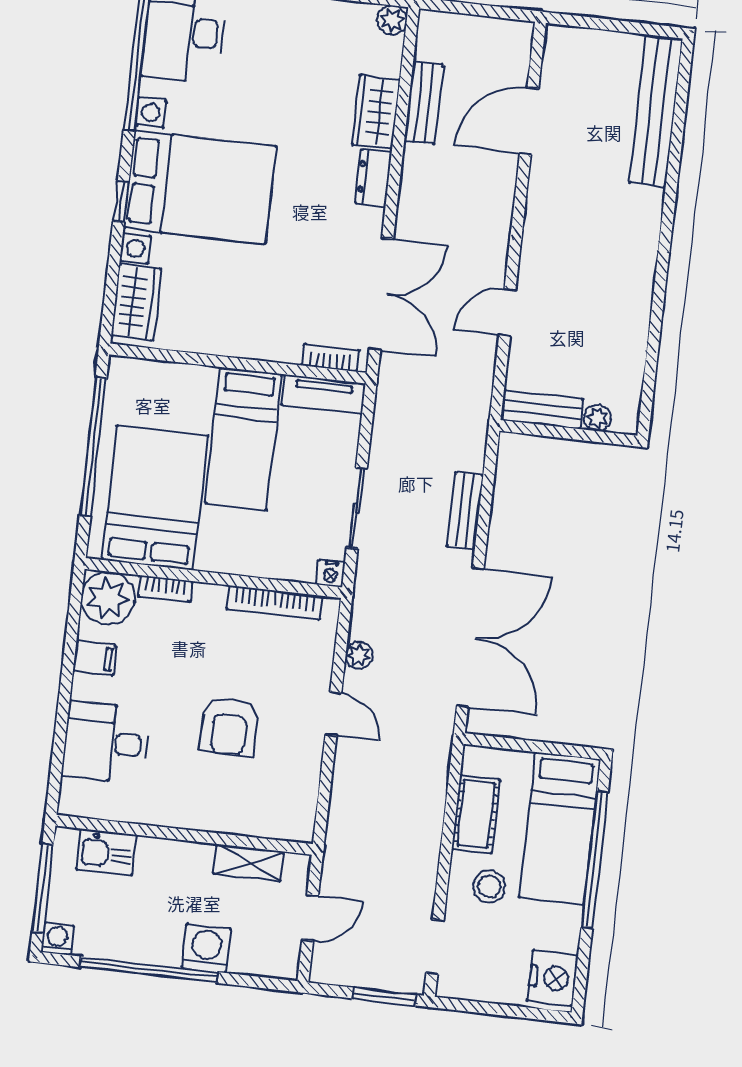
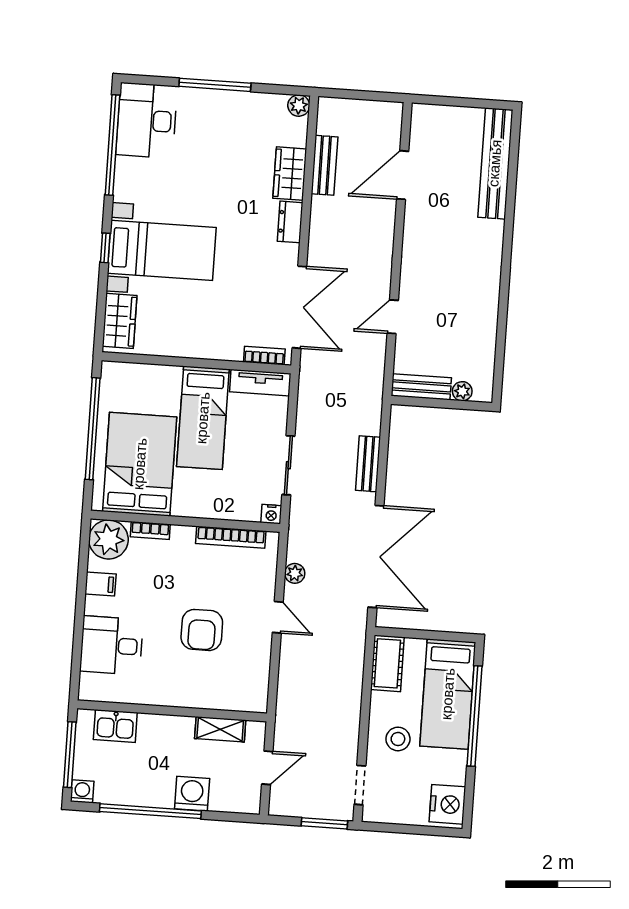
bed with nightstands: (200, 187) -> (162, 250), width x0.73
cot: (476, 814) -> (387, 663), moved

